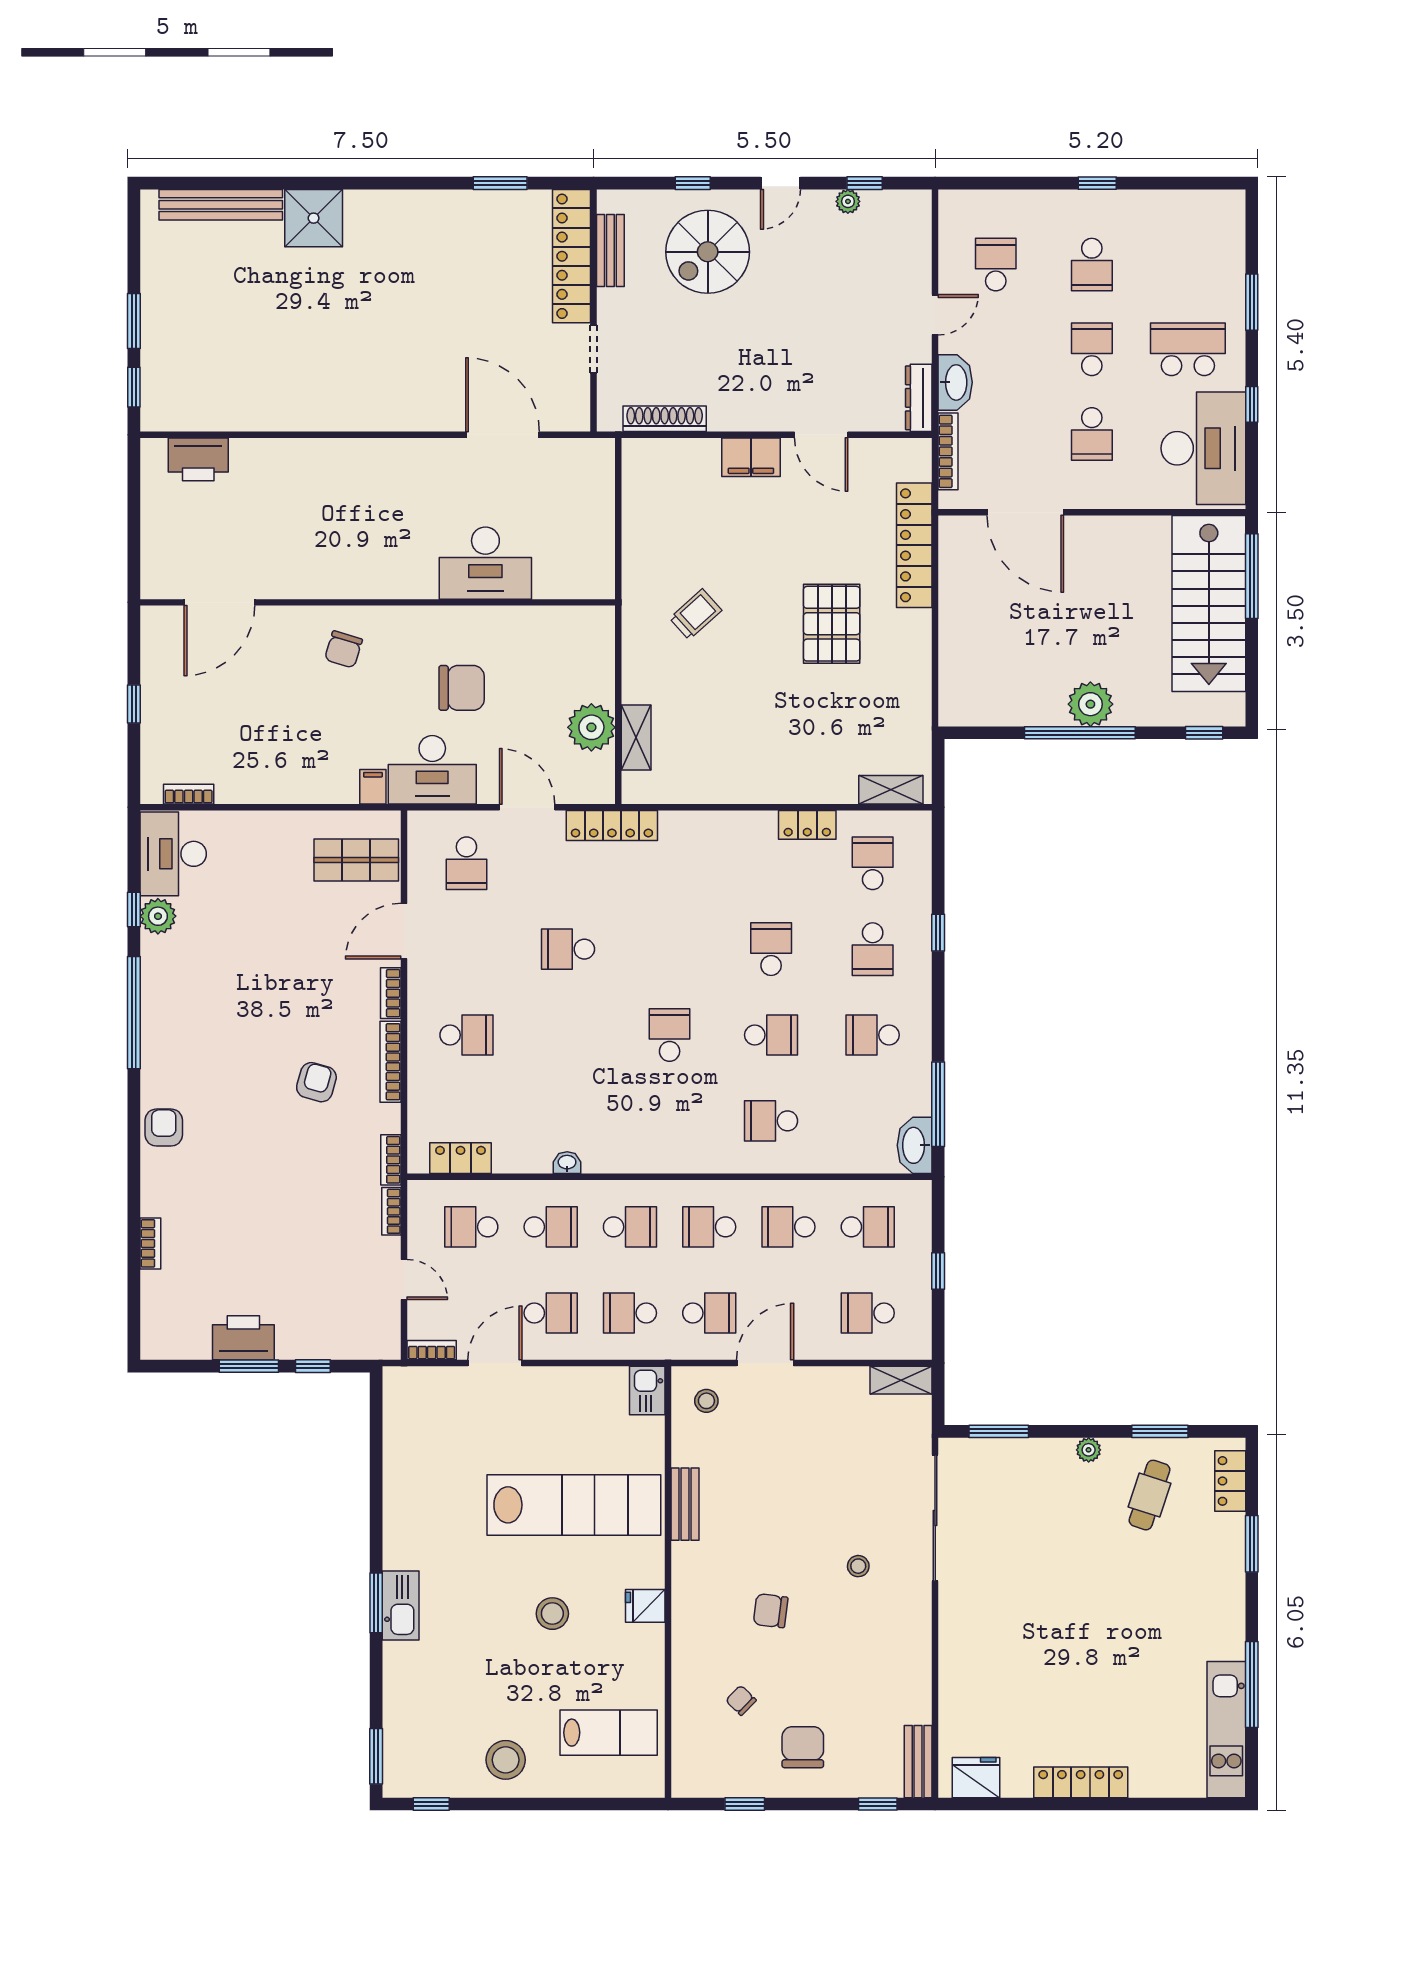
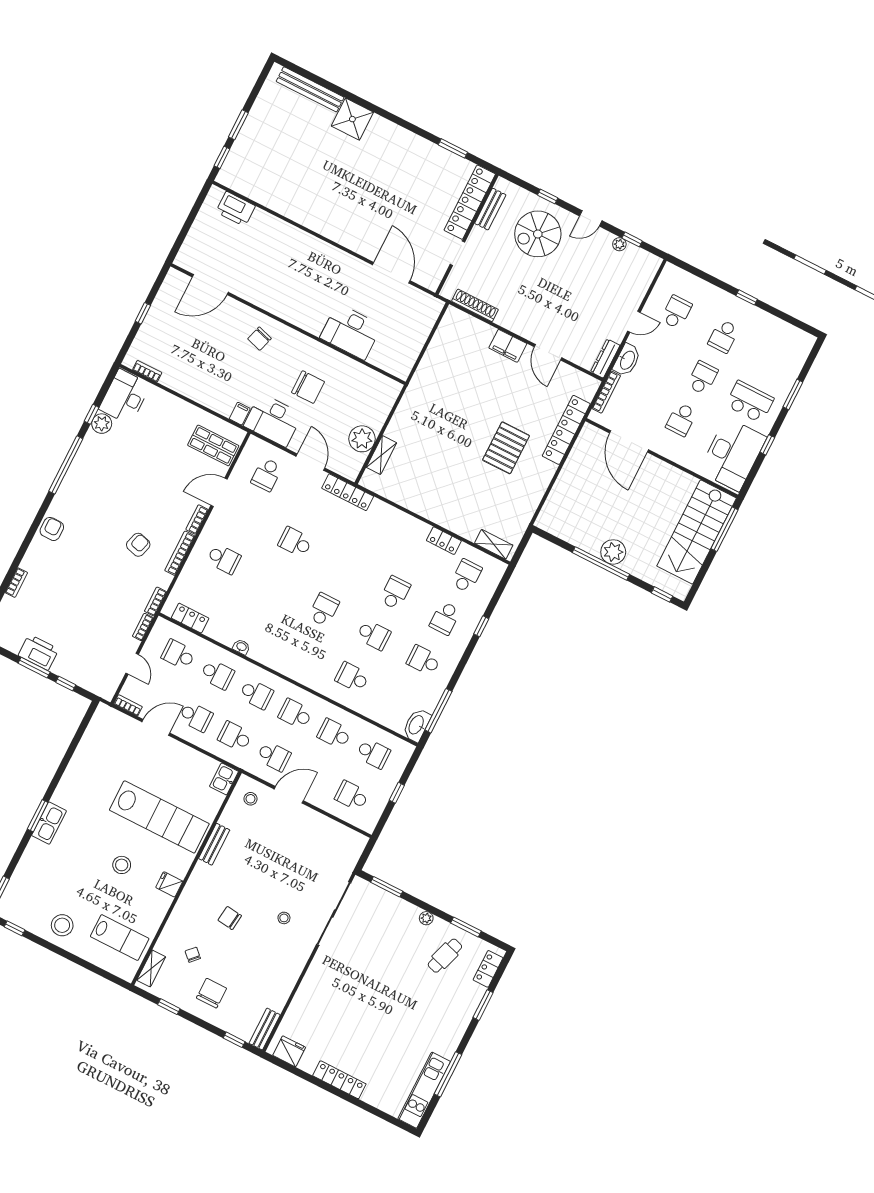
trolley: (696, 614) -> (441, 409), removed
shelving: (901, 1380) -> (151, 968), moved, turned 90

